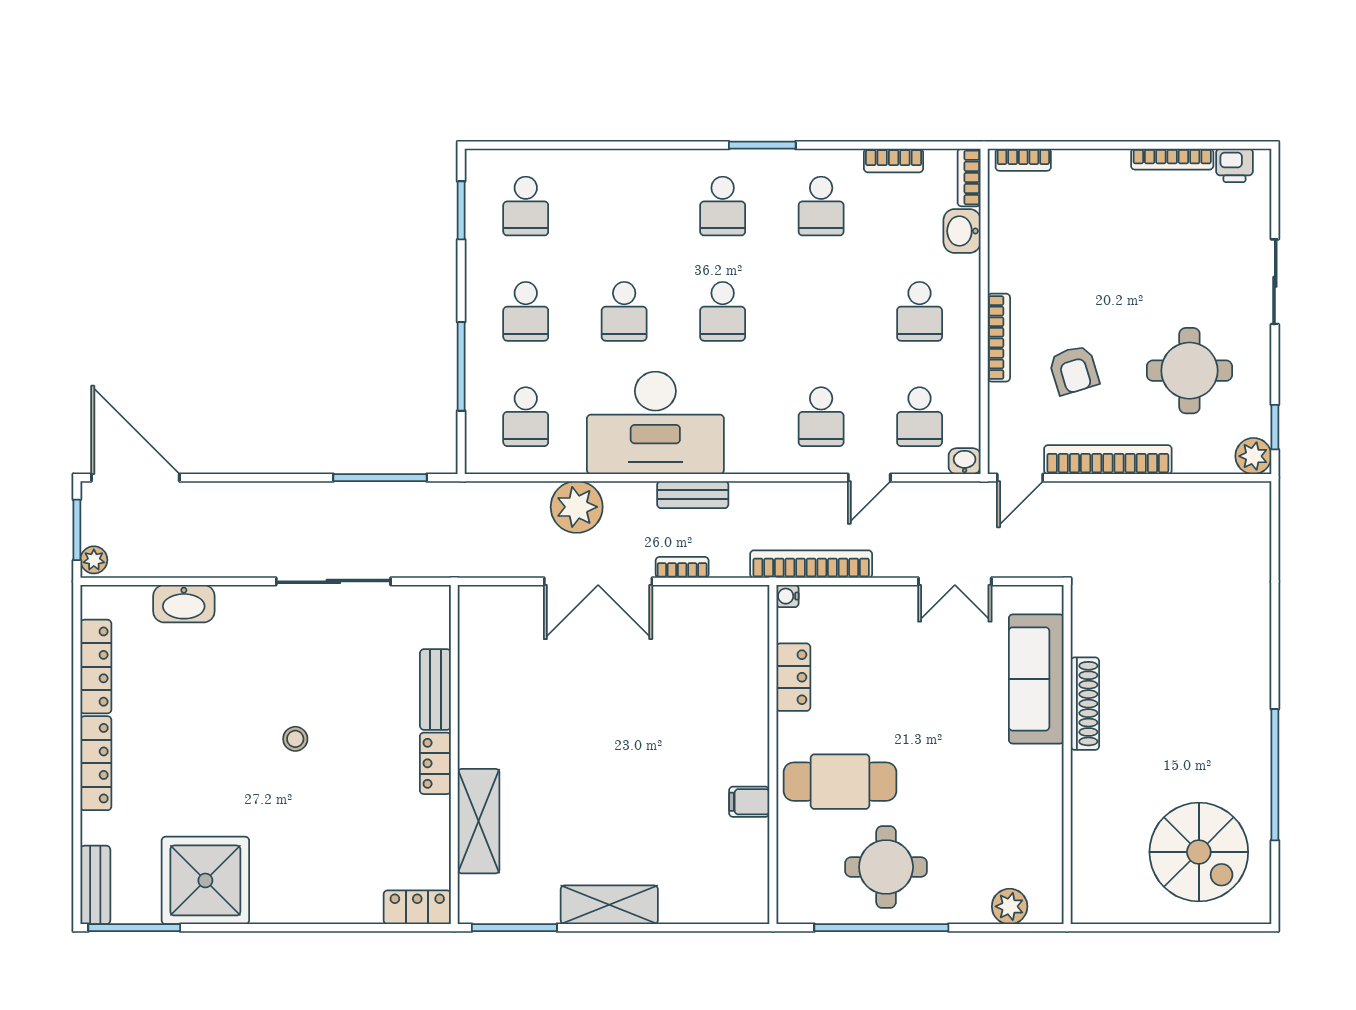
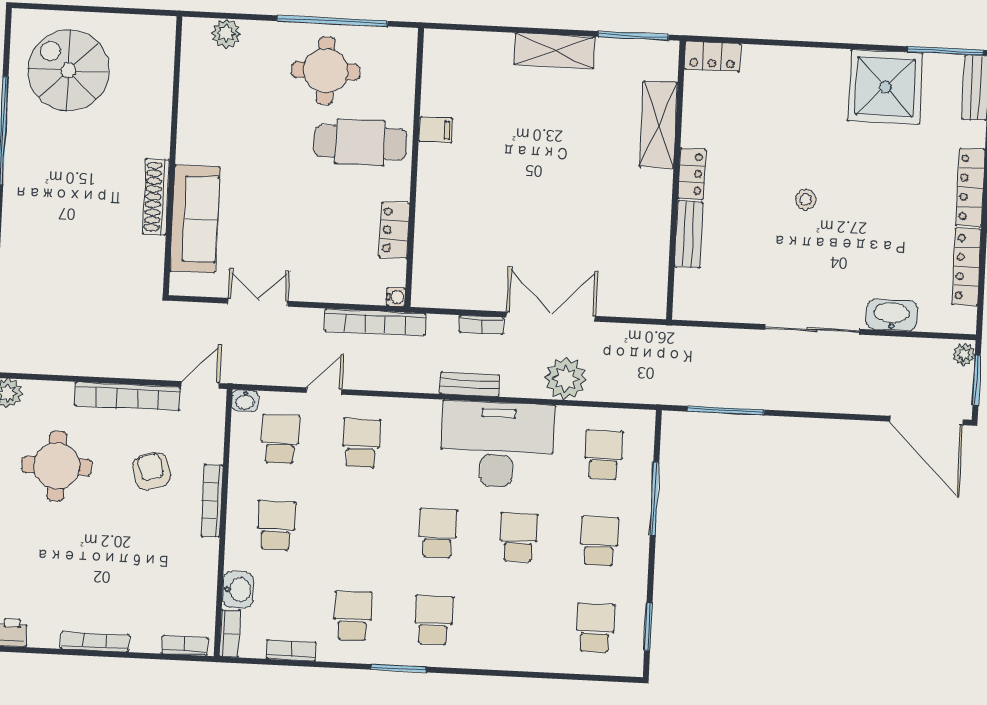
bookcase: (1172, 159) -> (95, 642), moved
sliding door: (333, 581) -> (812, 329), moved

